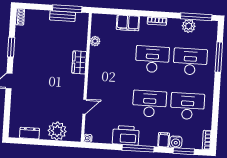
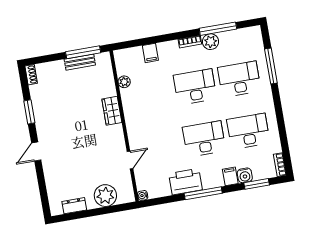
window: (196, 17) -> (218, 29), moved
filing cabinet: (128, 23) -> (150, 53), width x0.50
plant: (189, 26) -> (210, 42), moved

